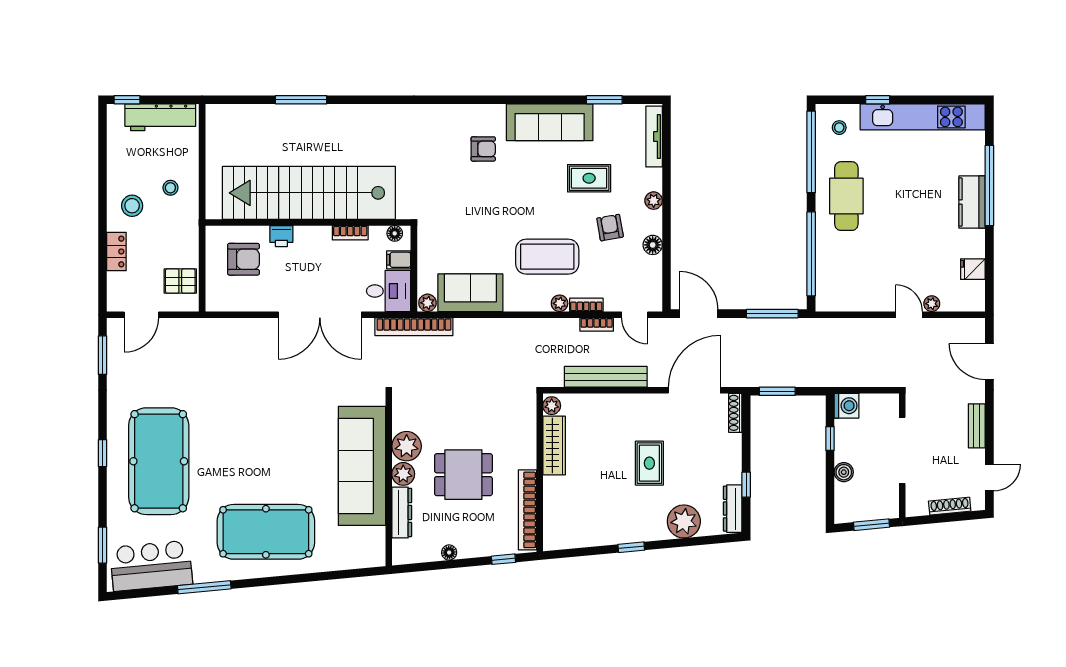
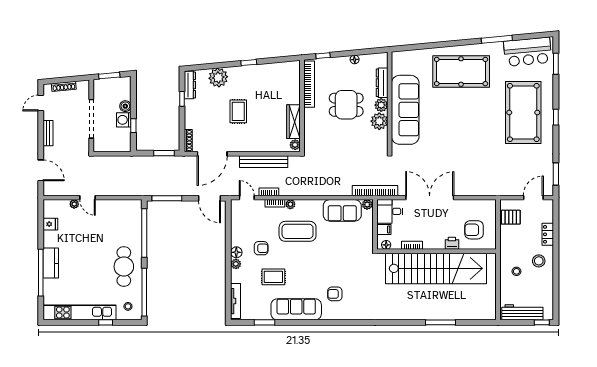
armchair: (610, 228) -> (261, 248), turned -80
floor lamp: (653, 245) -> (236, 252), moved
washing machine: (847, 406) -> (124, 120), moved

